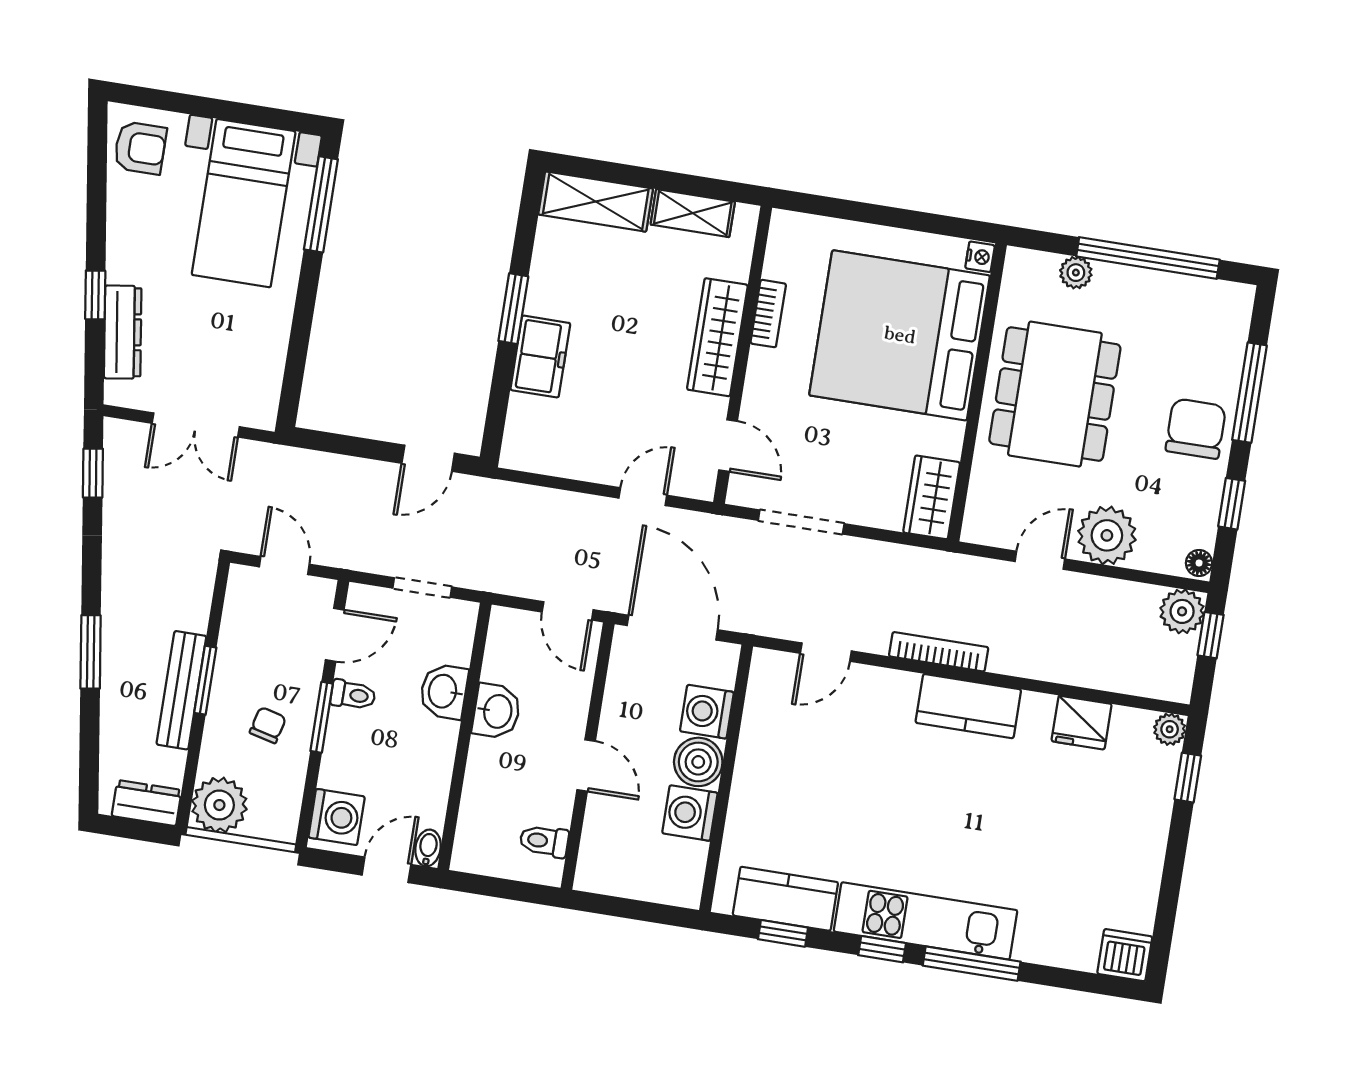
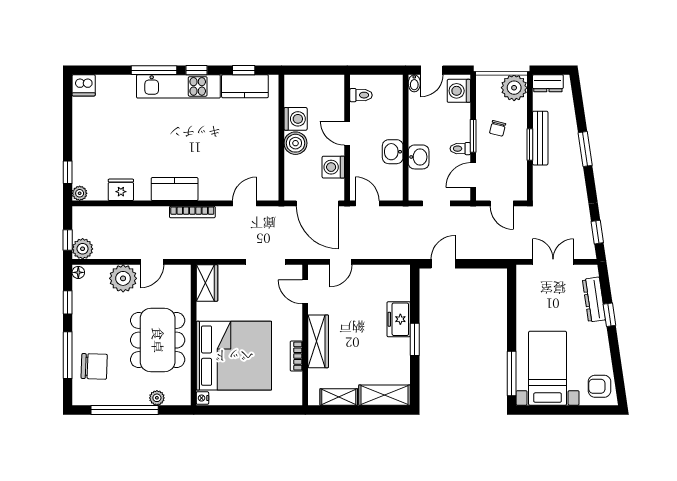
chair: (1196, 429) -> (94, 366), moved, turned -88
washing machine: (707, 712) -> (333, 167), moved, turned 180

